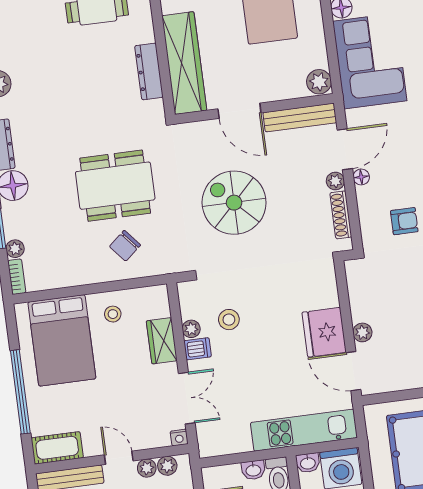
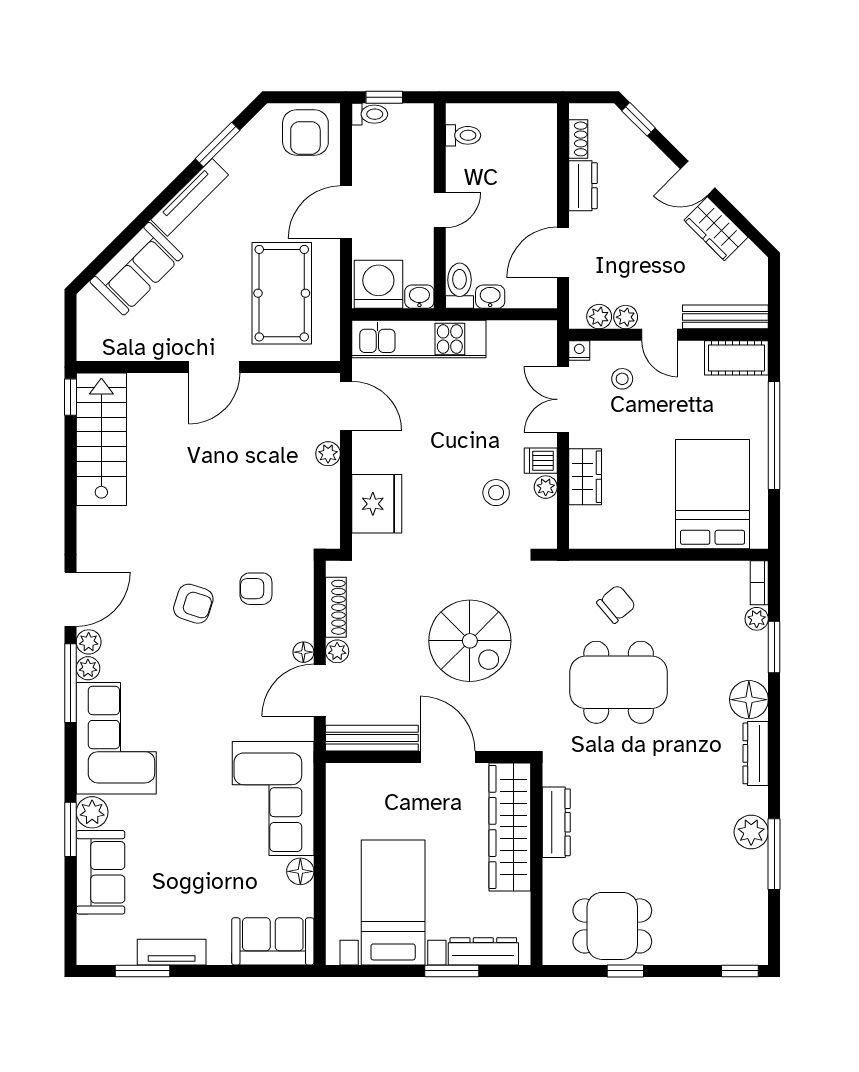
plant: (319, 82) -> (341, 781), removed
stool: (113, 314) -> (622, 379), moved
fridge: (324, 332) -> (377, 504), moved

